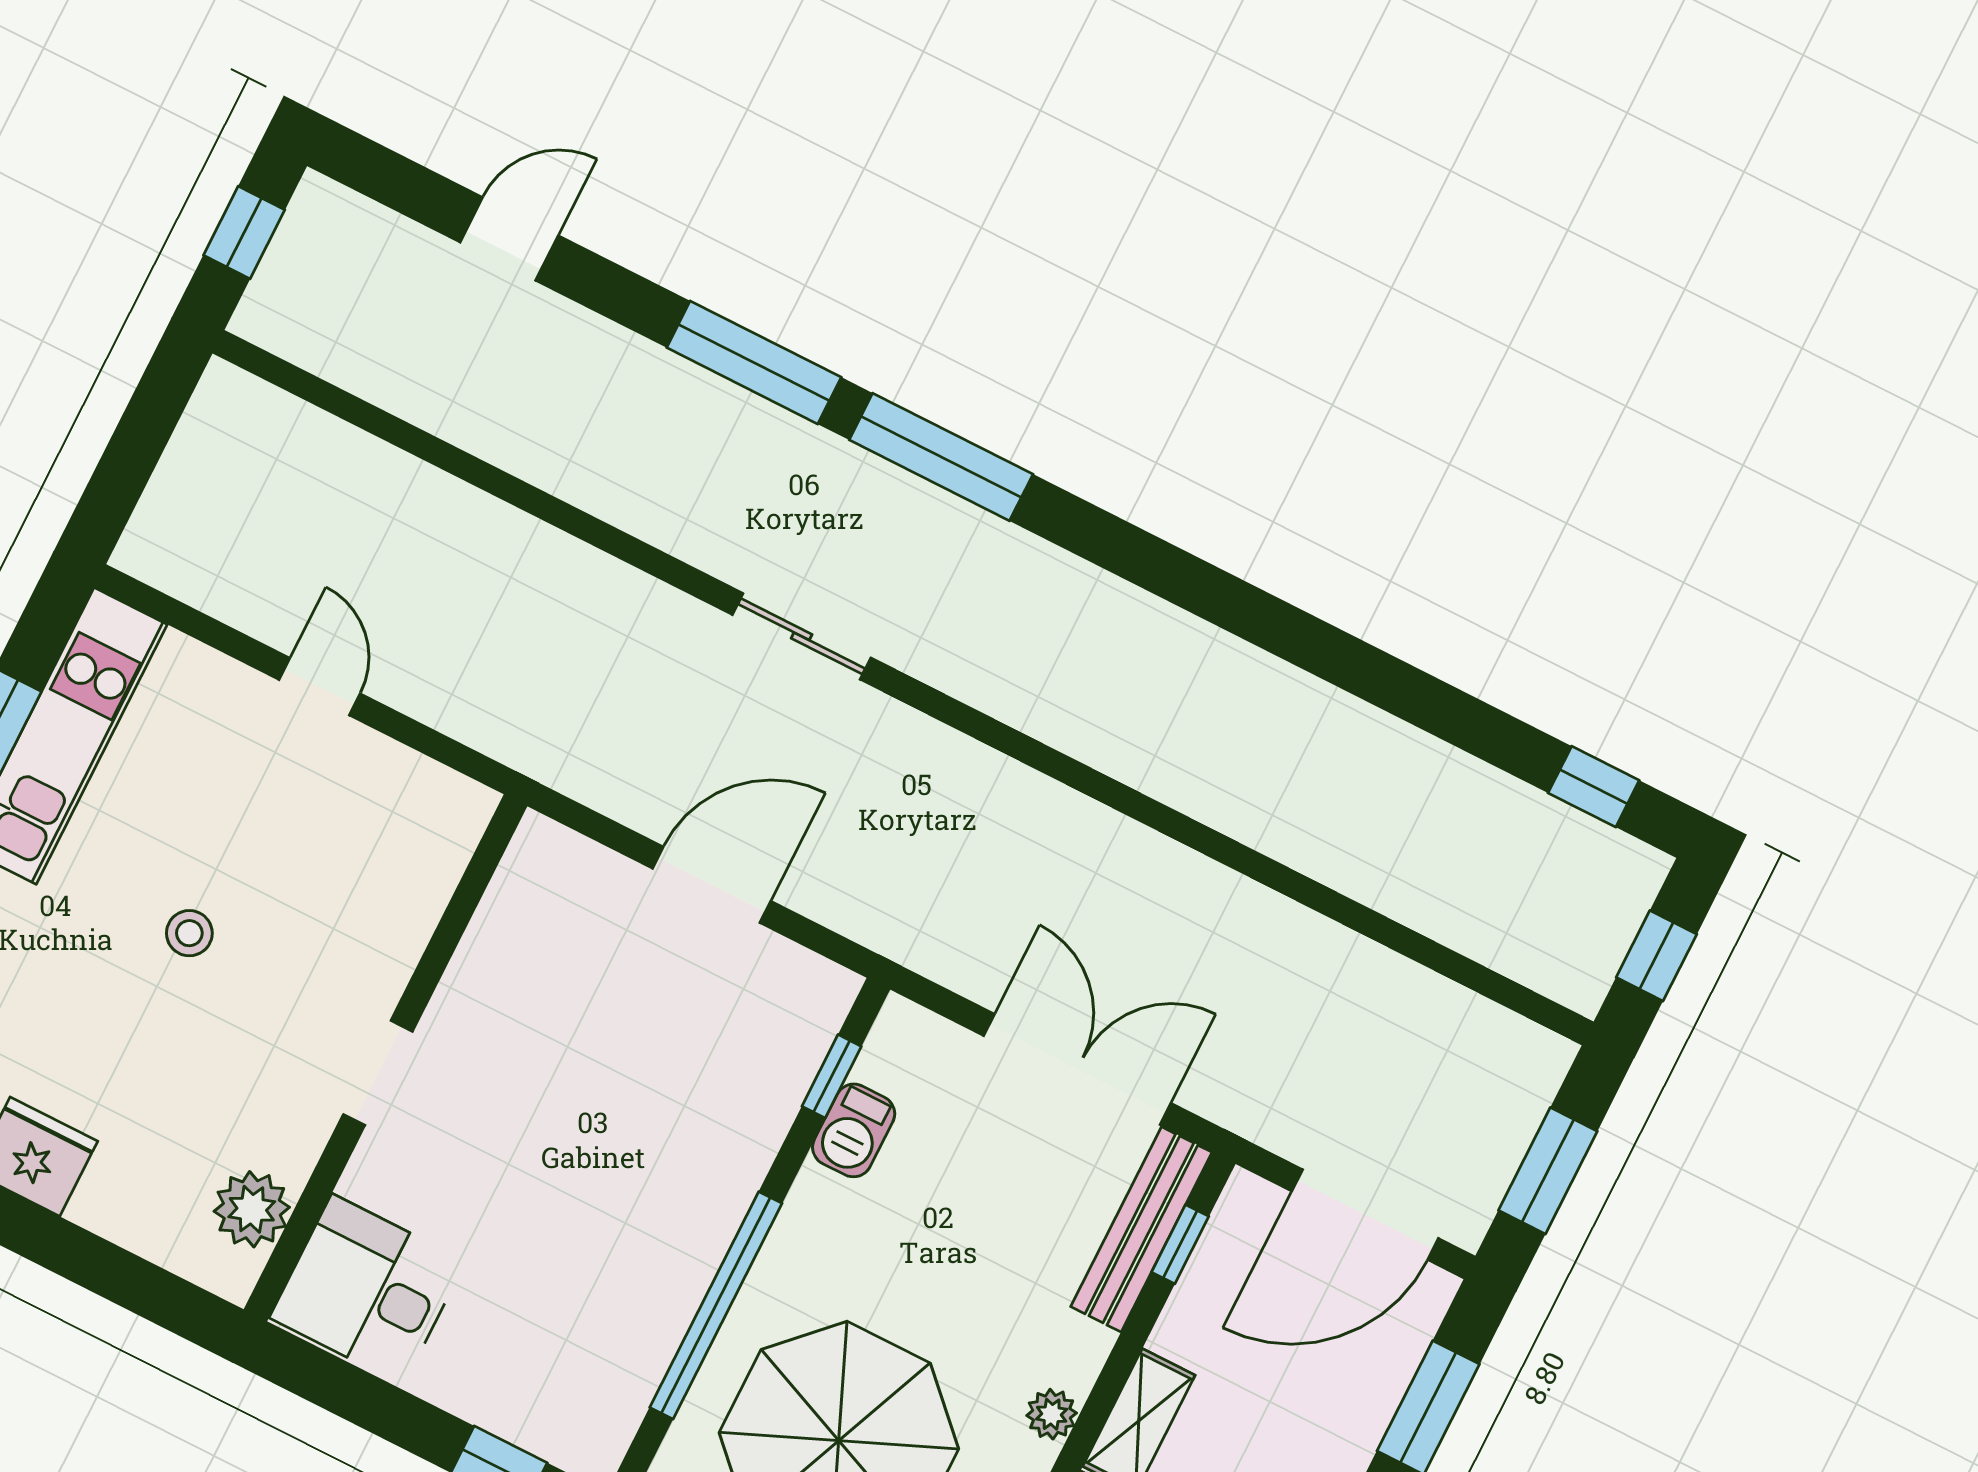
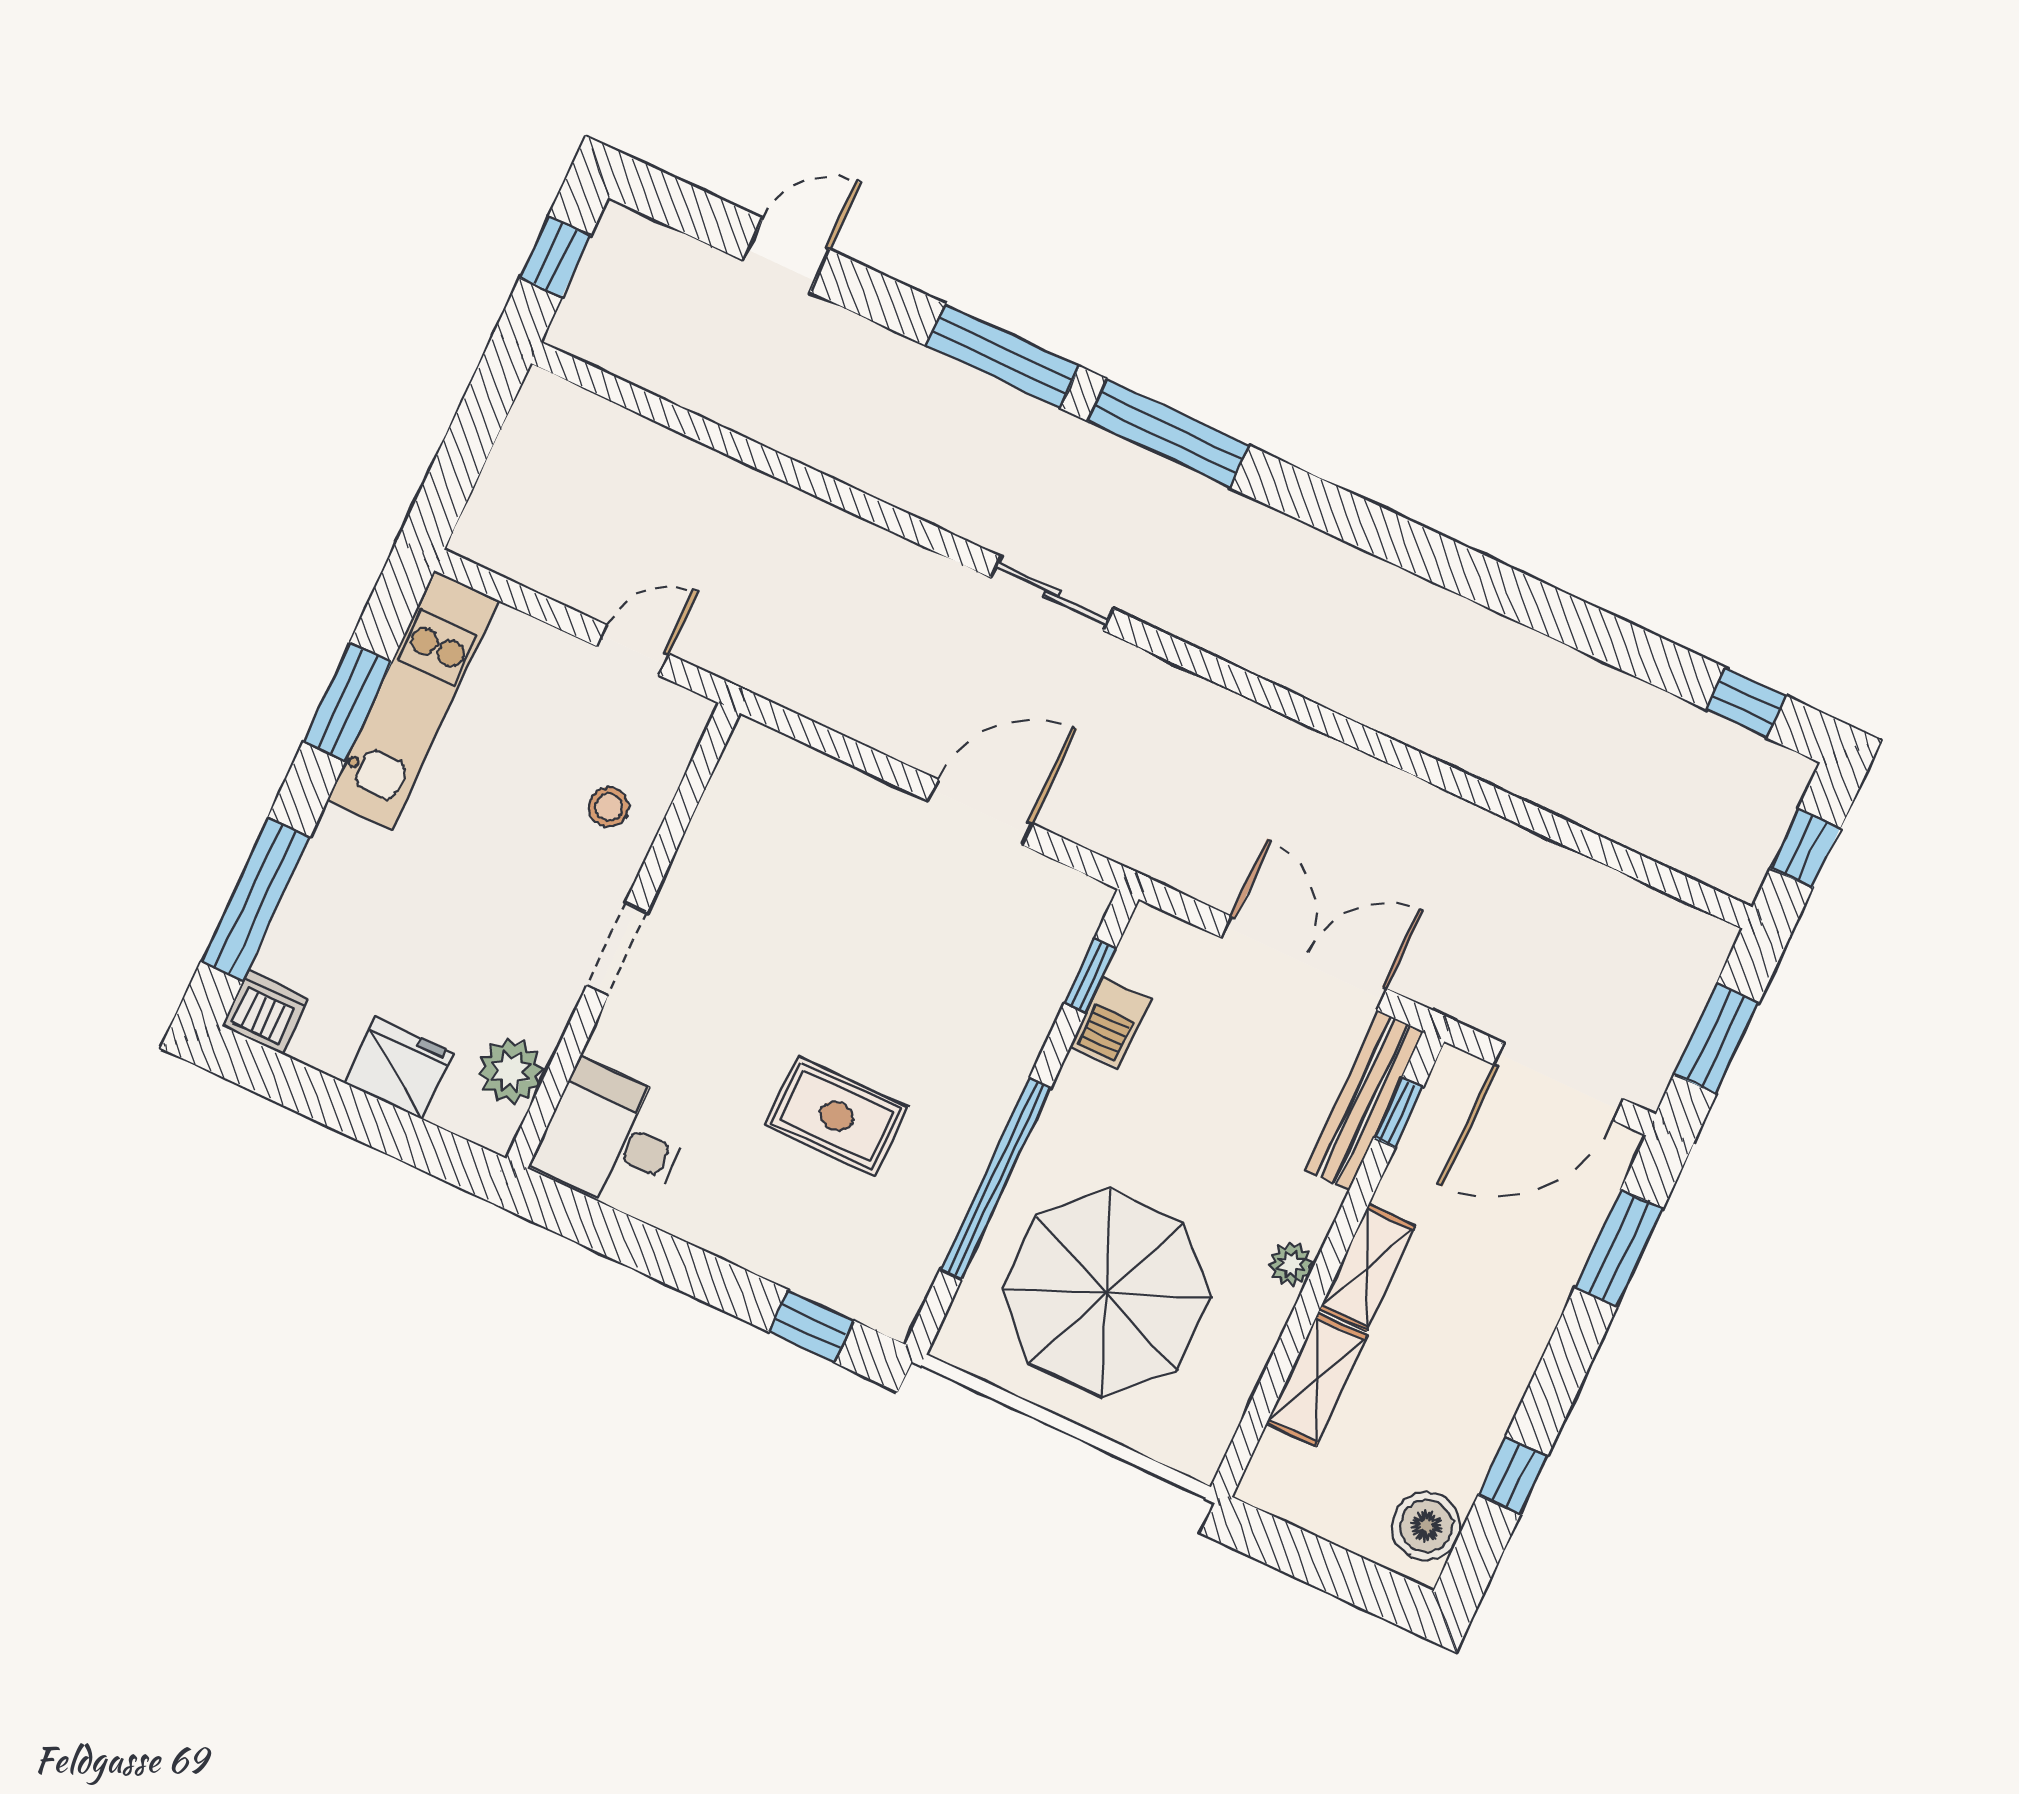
door: (320, 687) -> (633, 650), hinge flipped
stool: (189, 933) -> (609, 807), moved
wall: (386, 1058) -> (623, 936), moved
doorway: (378, 1073) -> (617, 949), moved
plant: (252, 1209) -> (511, 1071), moved
rug: (536, 1228) -> (836, 1116), added
desk: (368, 1289) -> (614, 1138), moved

